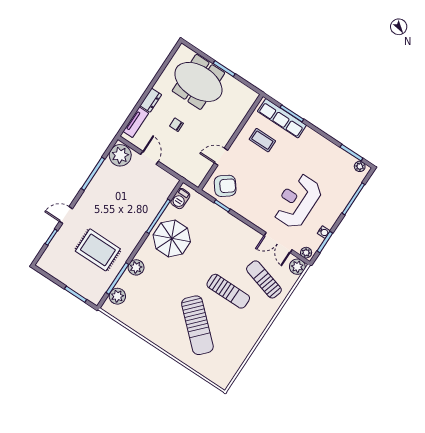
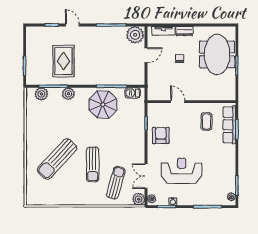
armchair: (225, 186) -> (161, 135), moved, turned -143

